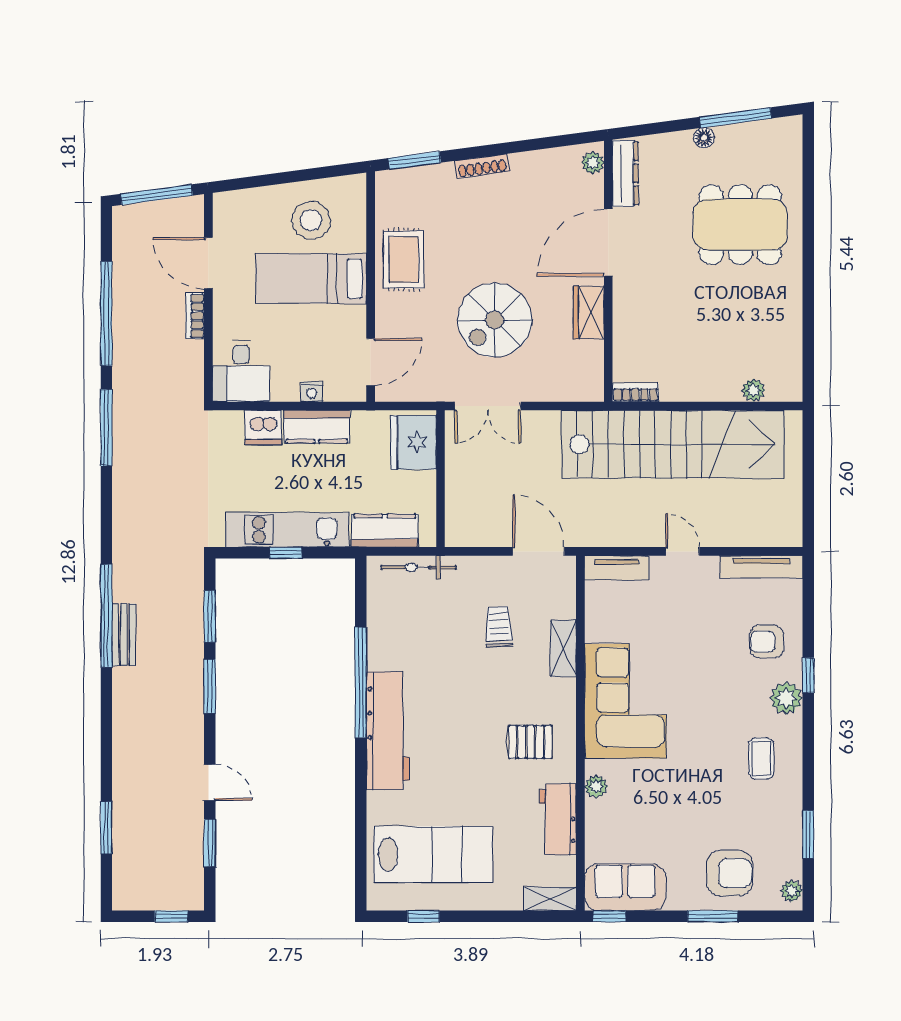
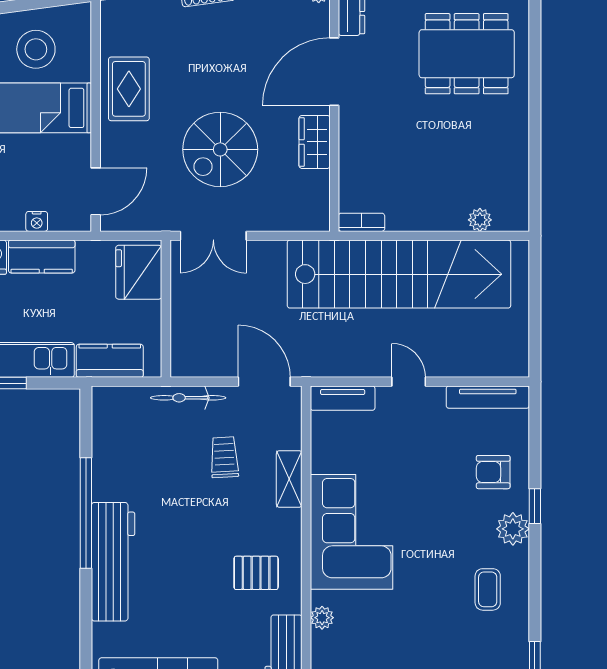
bicycle: (419, 567) -> (188, 398), moved

